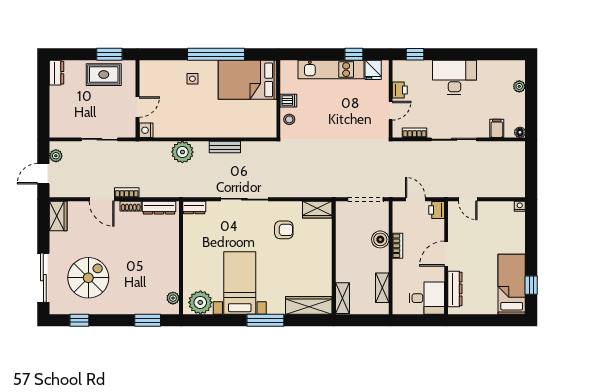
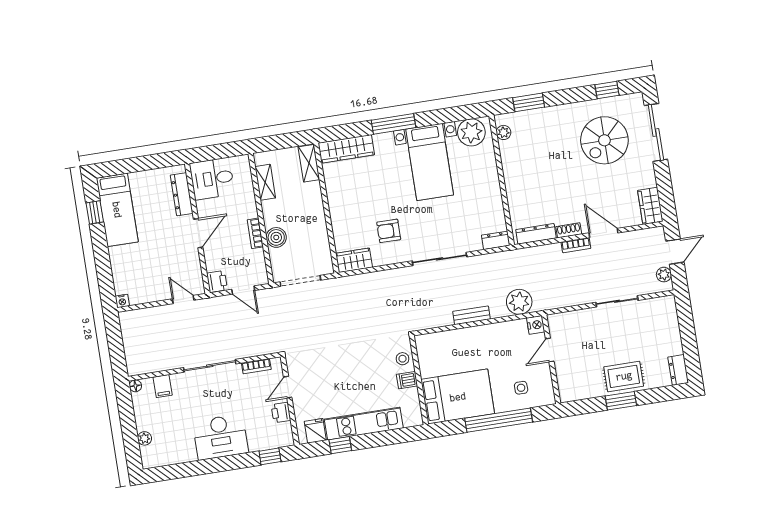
wall: (138, 99) -> (551, 359), moved
door: (138, 107) -> (550, 350), moved
nightstand: (146, 130) -> (536, 325), moved

